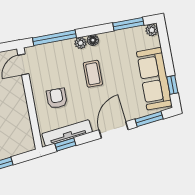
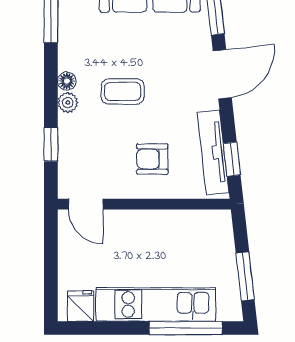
window: (54, 38) -> (51, 144), width x0.46
door: (114, 130) -> (222, 74), swing flipped

